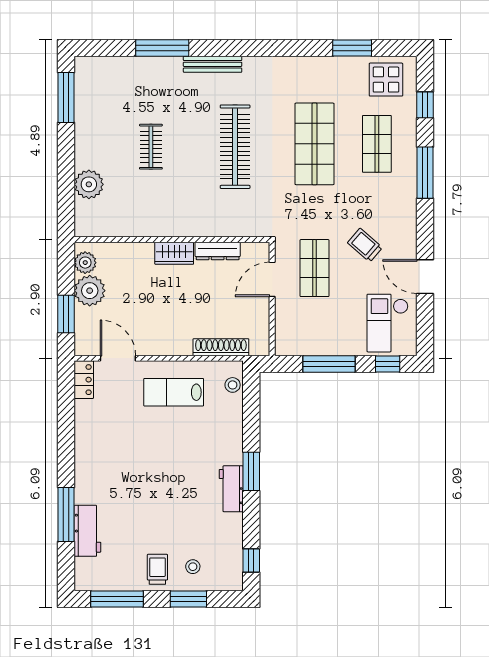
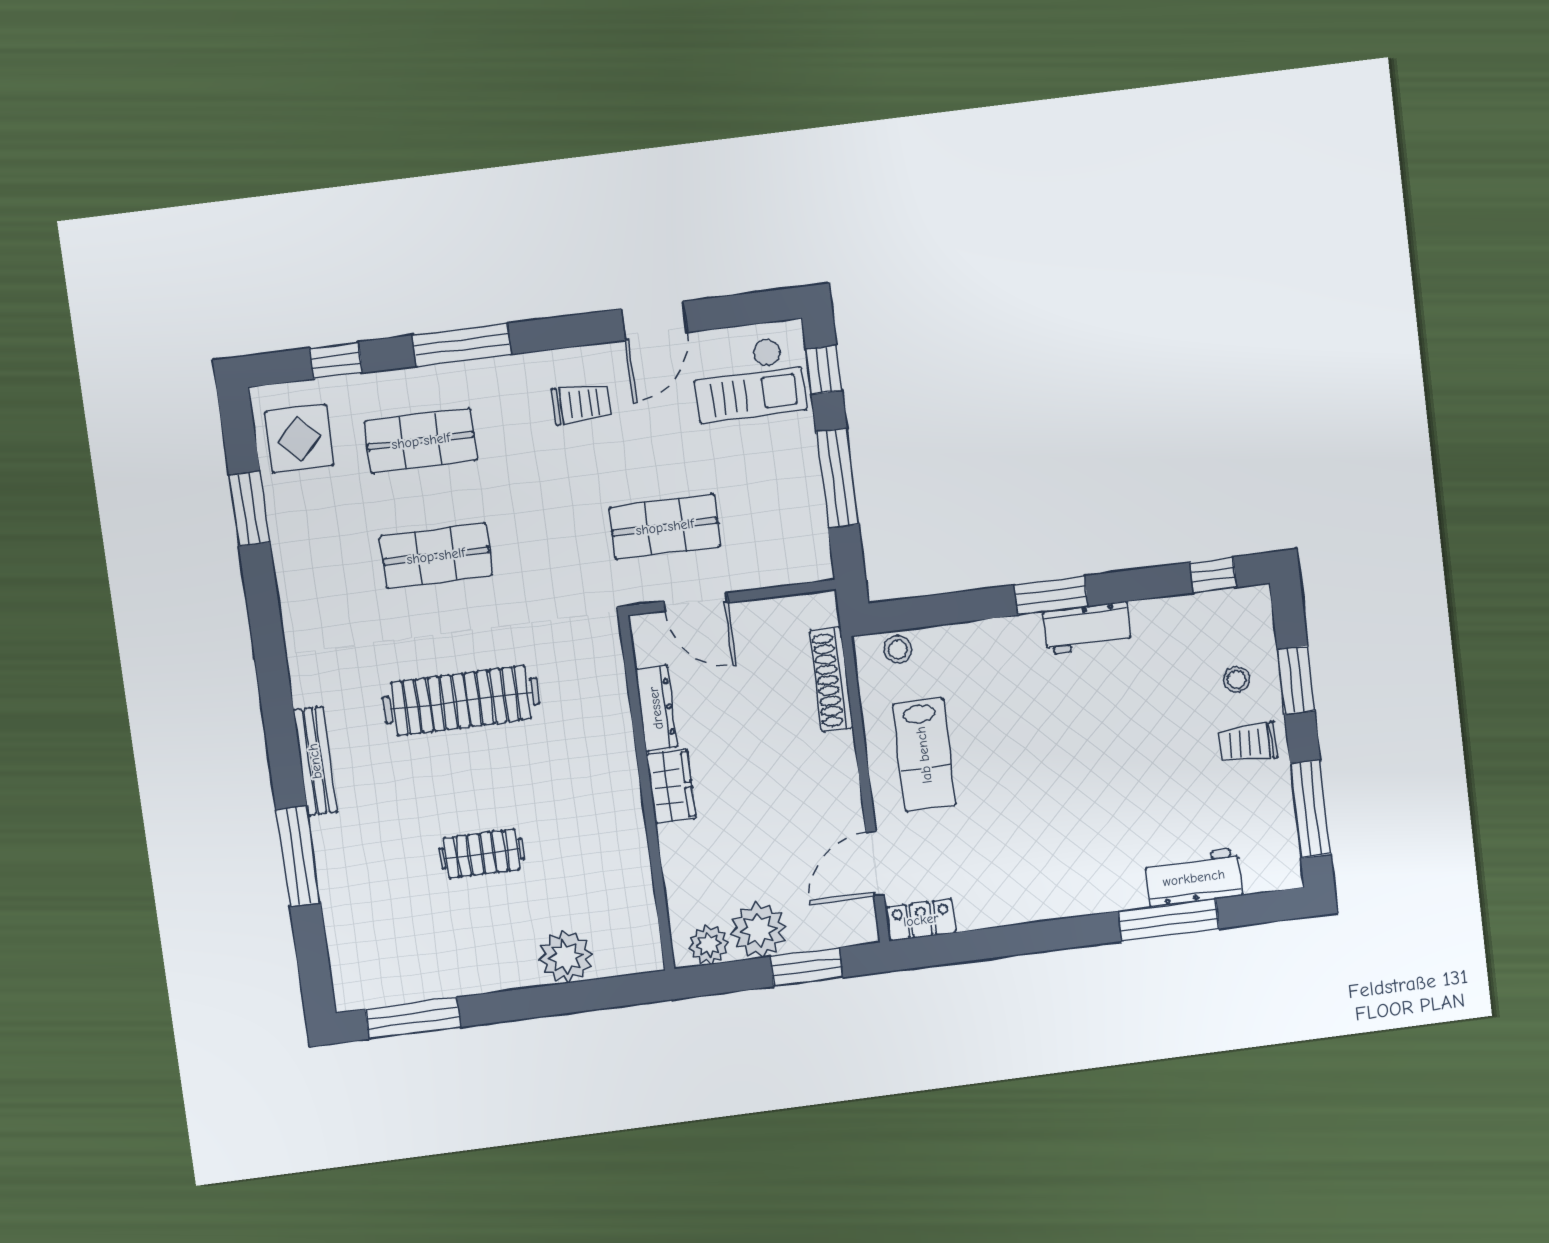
shop shelf: (314, 144) -> (436, 556), width x0.70, depth x0.74
trolley: (365, 245) -> (581, 404), moved, turned -131

